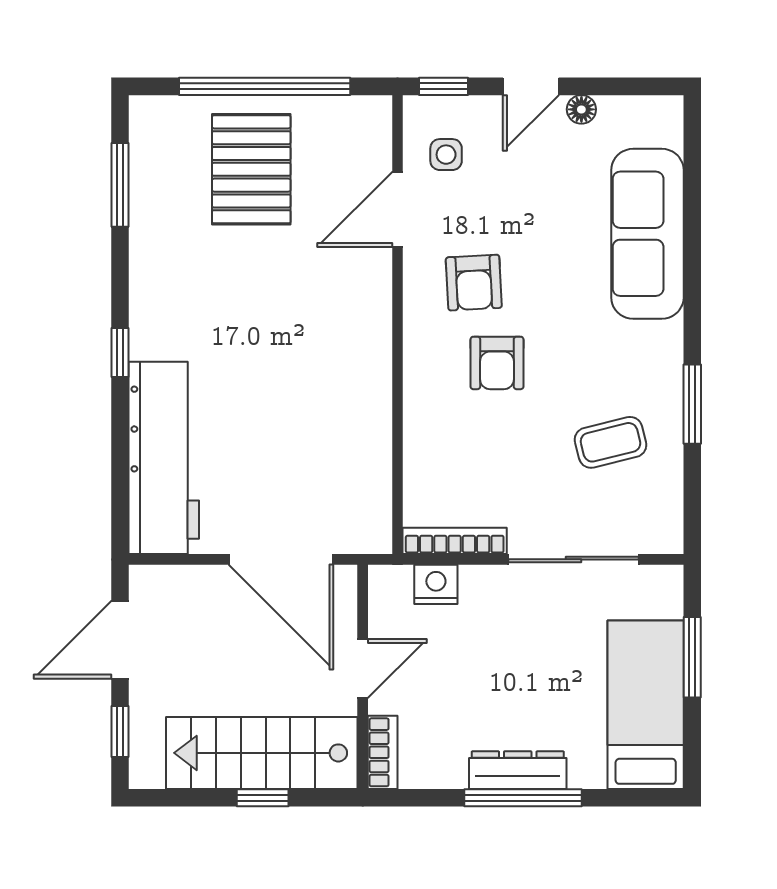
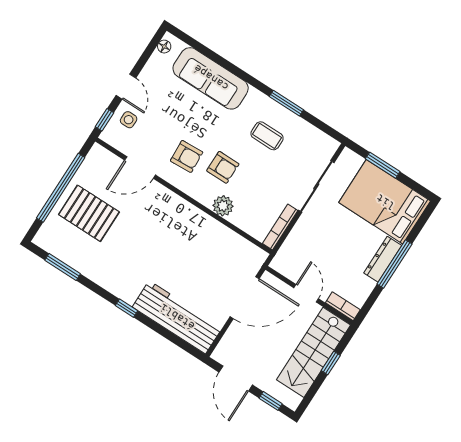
floor lamp: (581, 109) -> (164, 47), moved
side table: (446, 155) -> (129, 120), moved
door: (397, 209) -> (140, 168), hinge flipped
plant: (426, 409) -> (223, 206), added
coffee table: (610, 442) -> (267, 136), moved, turned -76
nightstand: (436, 584) -> (292, 245), removed
bed: (646, 705) -> (385, 202), width x1.50

